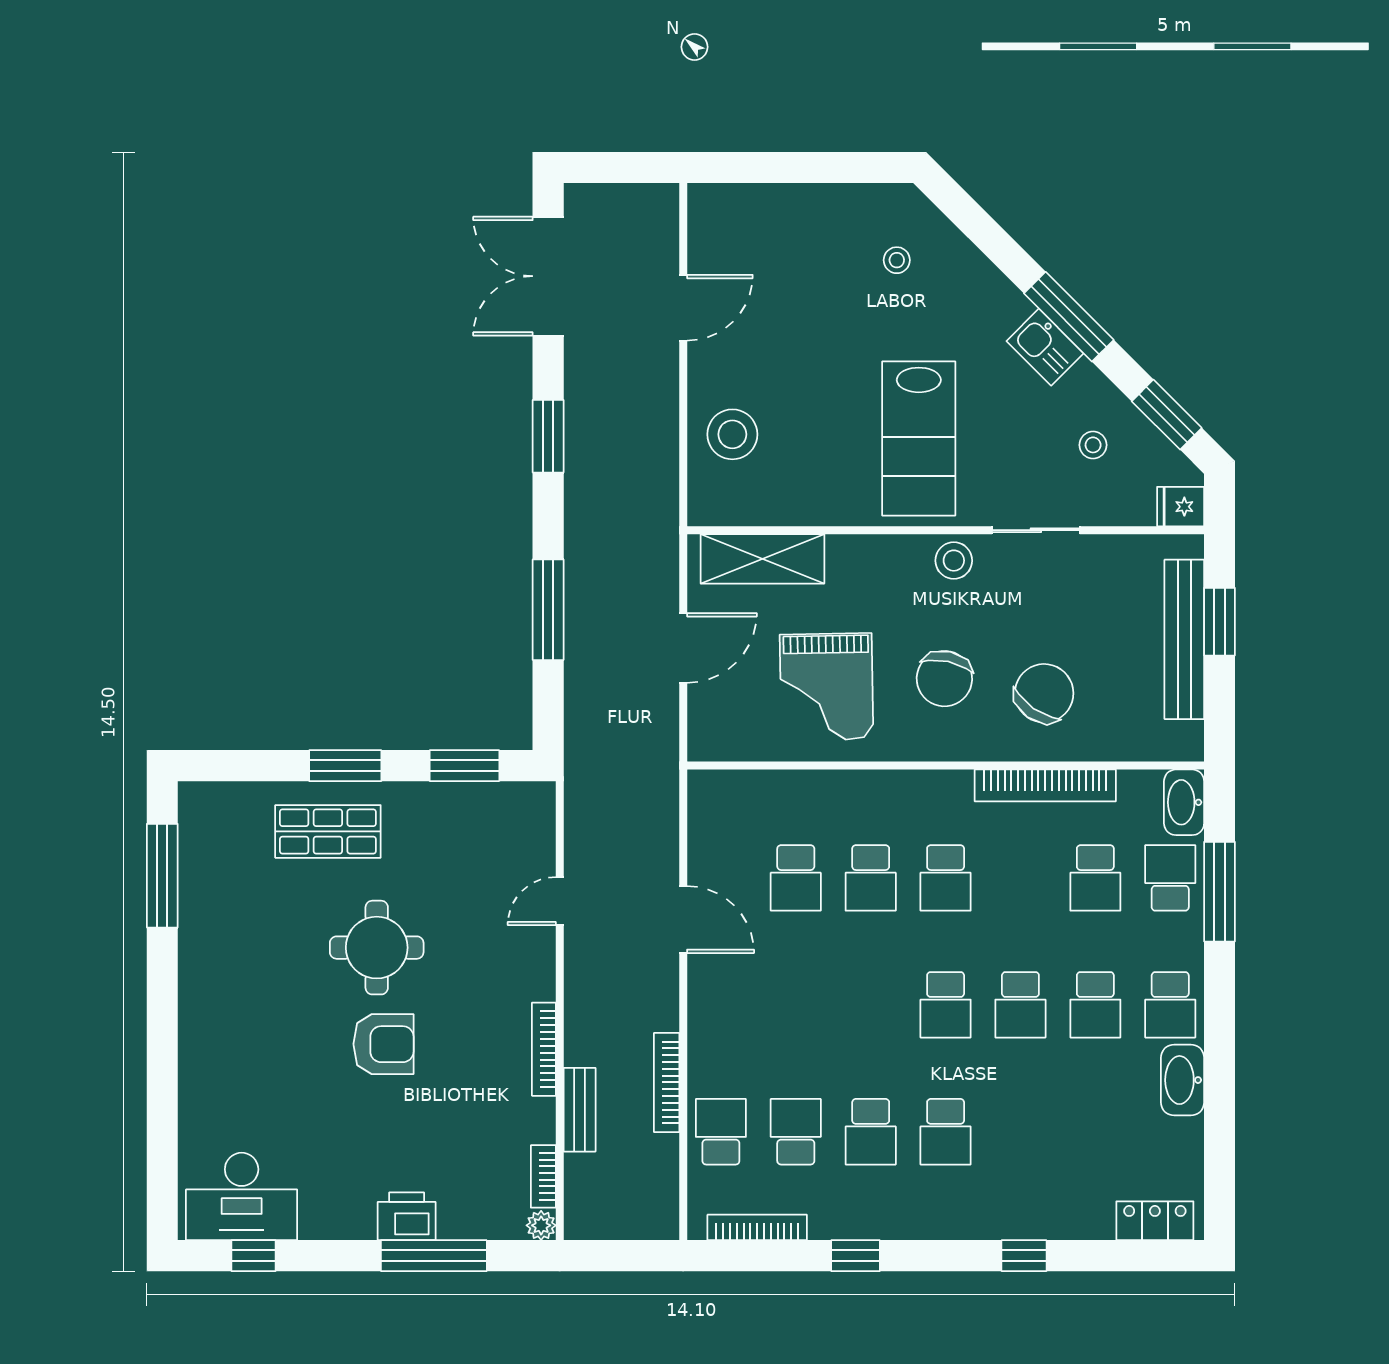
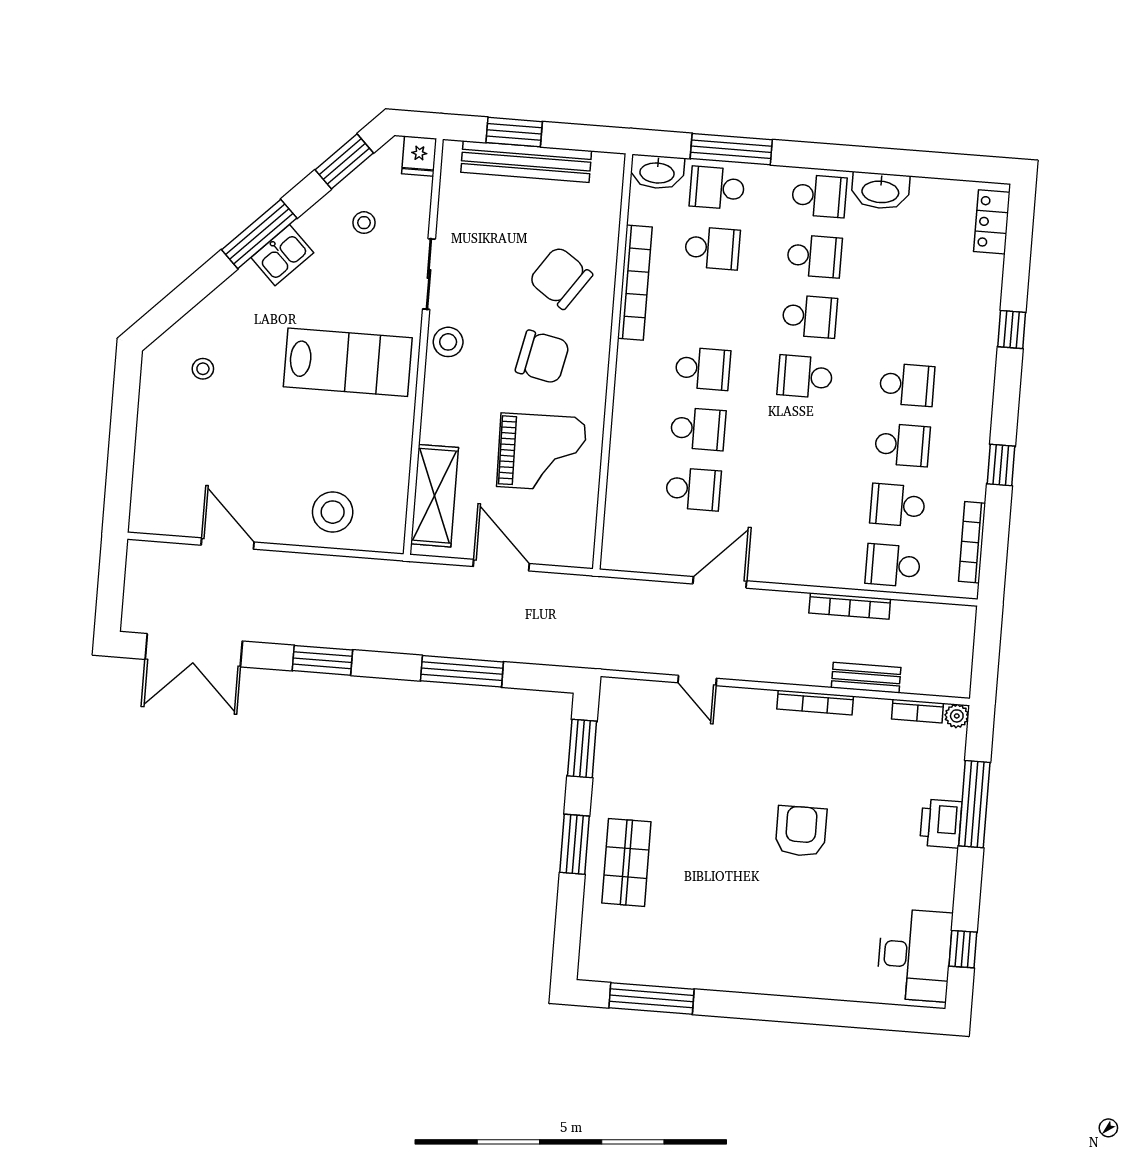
round table: (377, 948) -> (723, 831), removed
school desk: (946, 1005) -> (805, 377), turned 180

